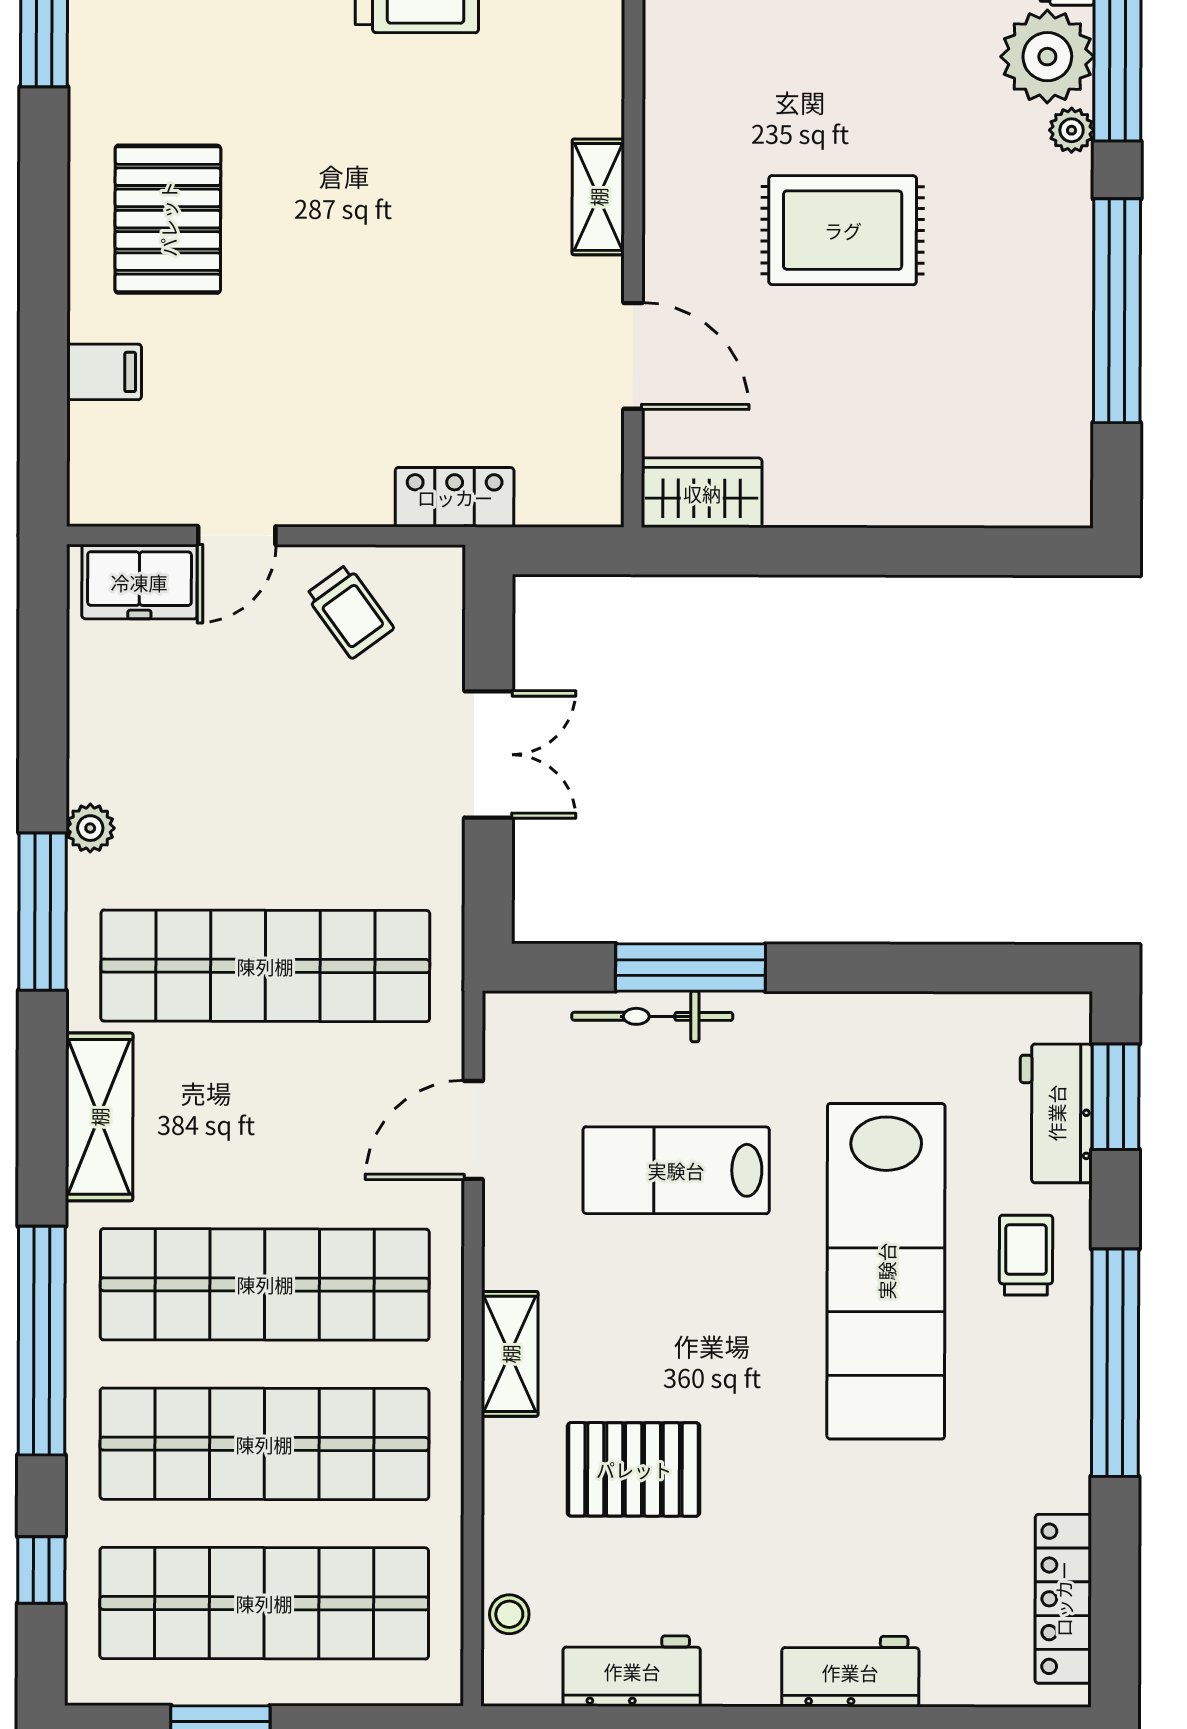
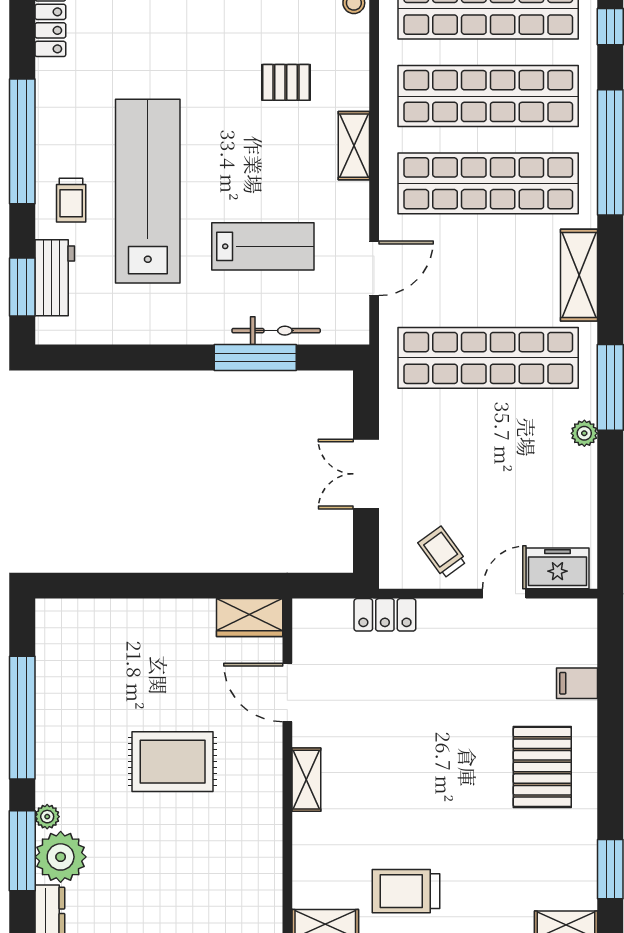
pallet: (634, 1469) -> (286, 82), width x0.67, depth x0.71

